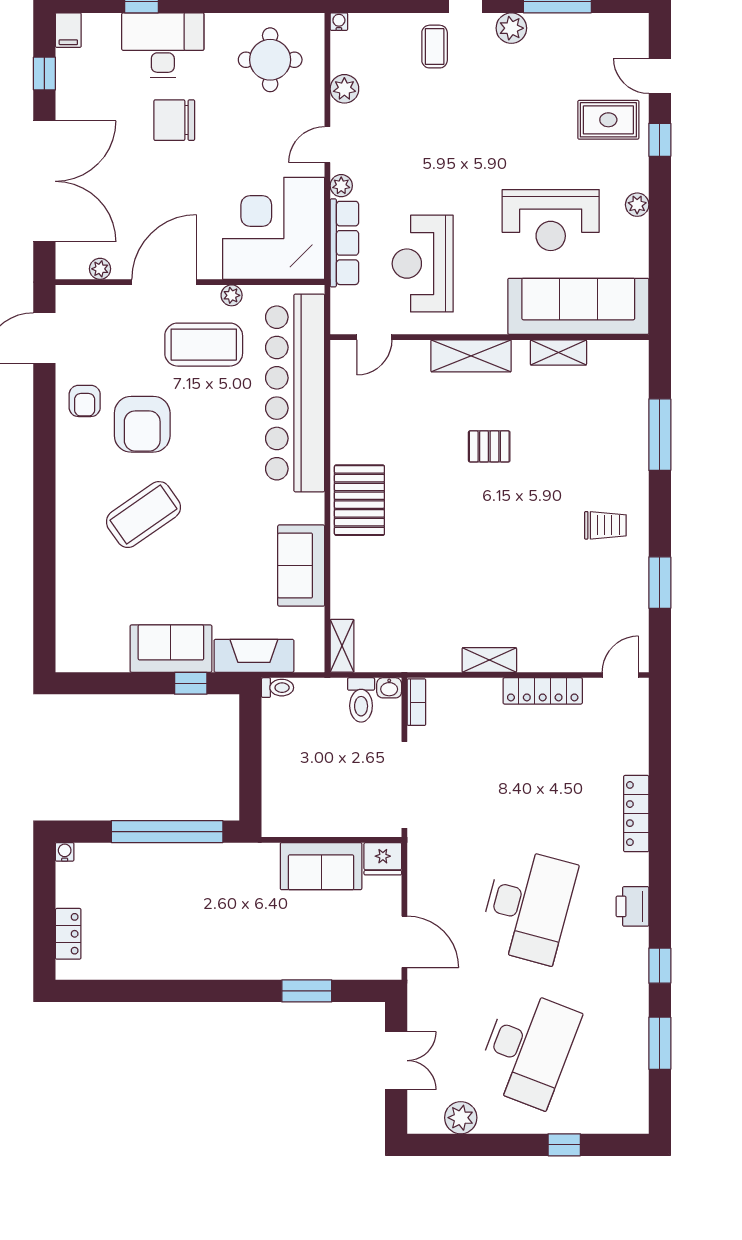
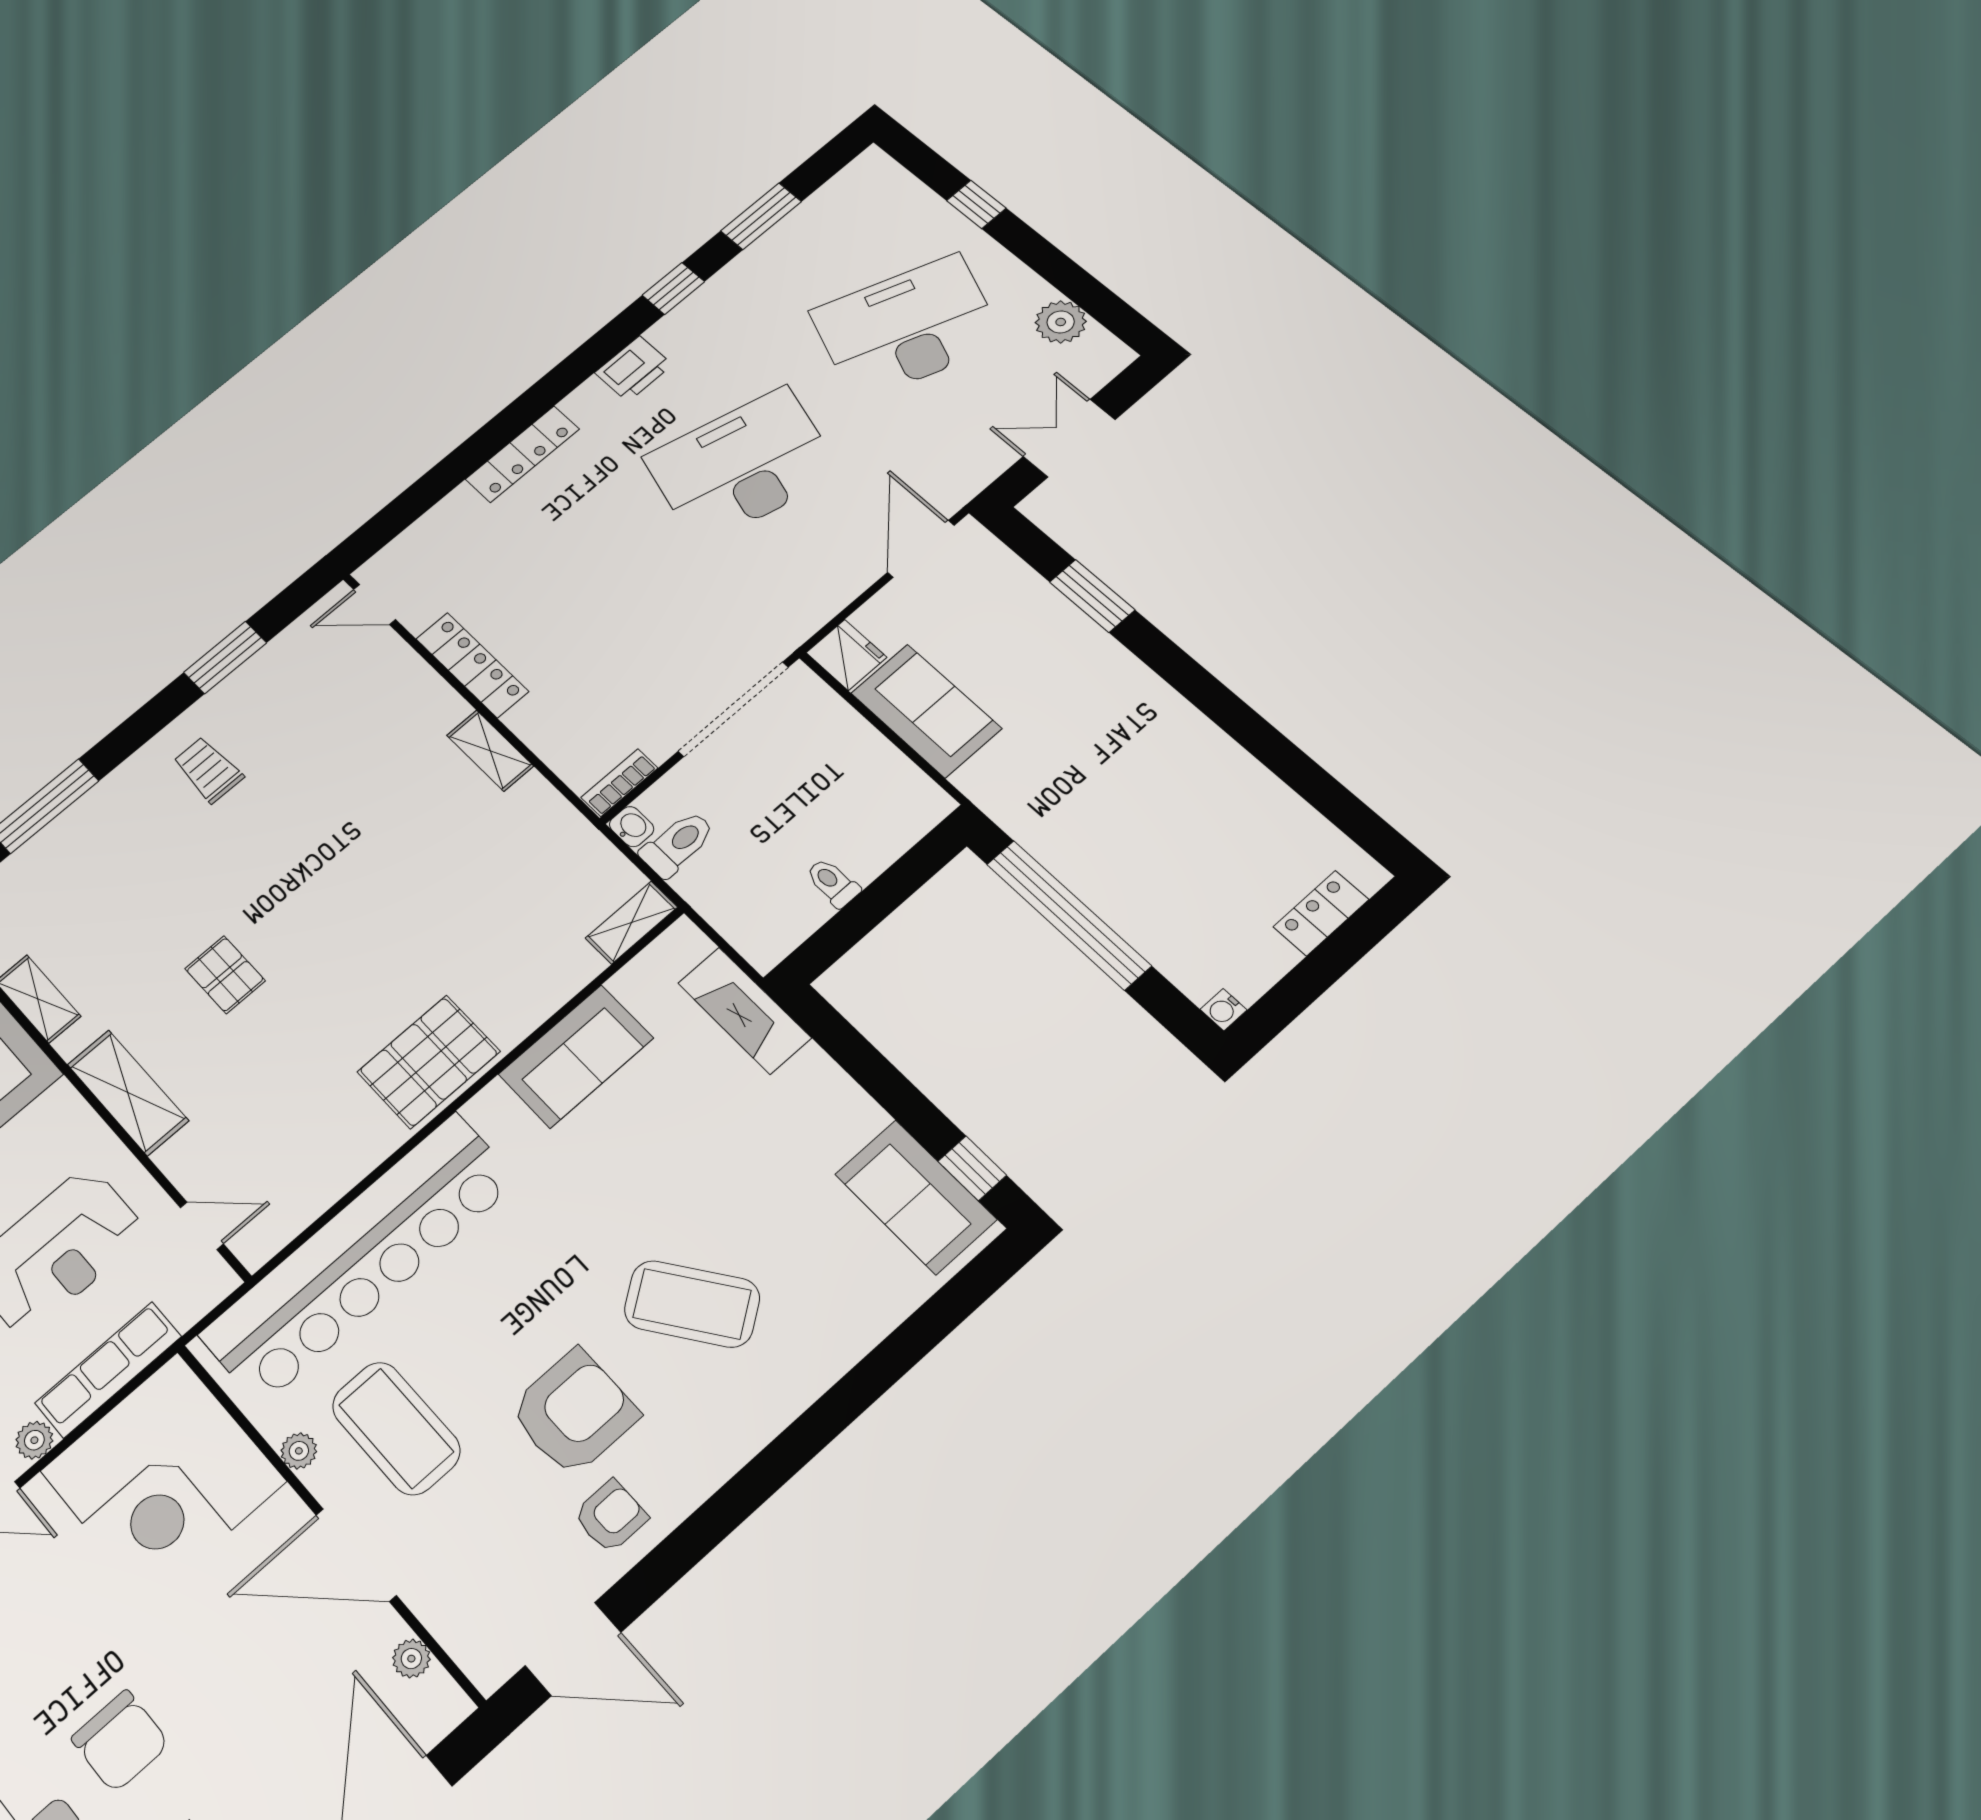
sofa: (171, 649) -> (916, 1197), moved
window: (191, 683) -> (972, 1168), moved
toilet: (278, 688) -> (833, 883), moved

